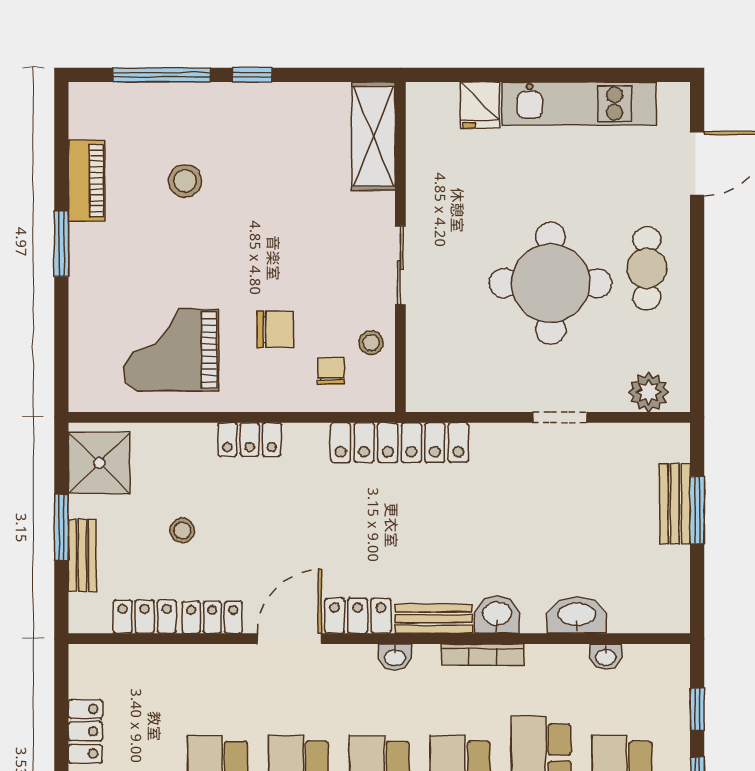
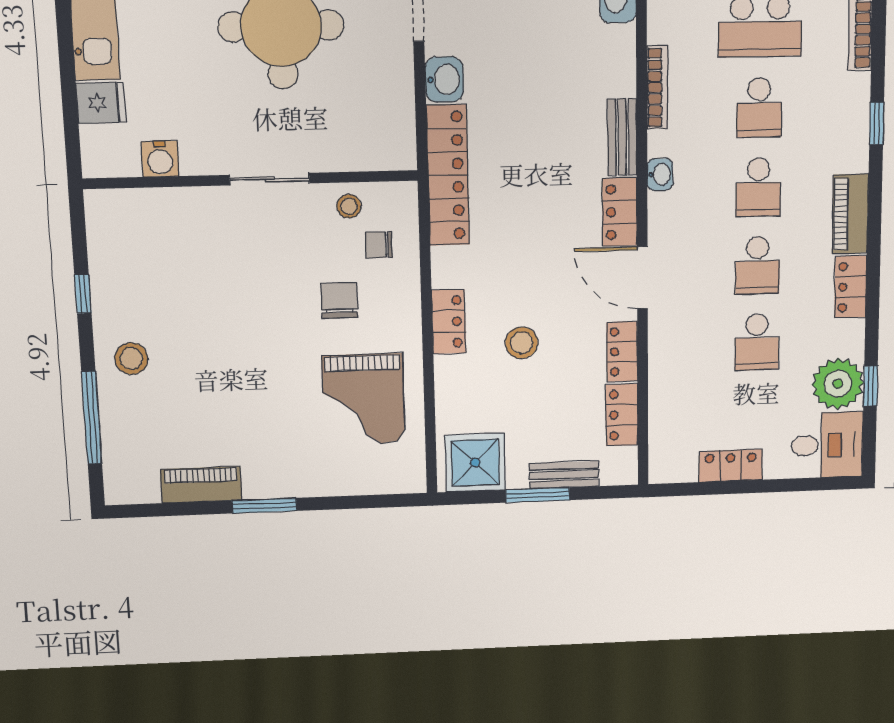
window: (252, 75) -> (83, 294), moved
shelving: (373, 136) -> (140, 209), removed
water cooler: (423, 159) -> (160, 159), added
stool: (185, 181) -> (131, 359), moved
stool: (182, 531) -> (522, 343), moved, width x1.37, depth x1.37
washbasin: (497, 615) -> (444, 79), moved, turned 180

